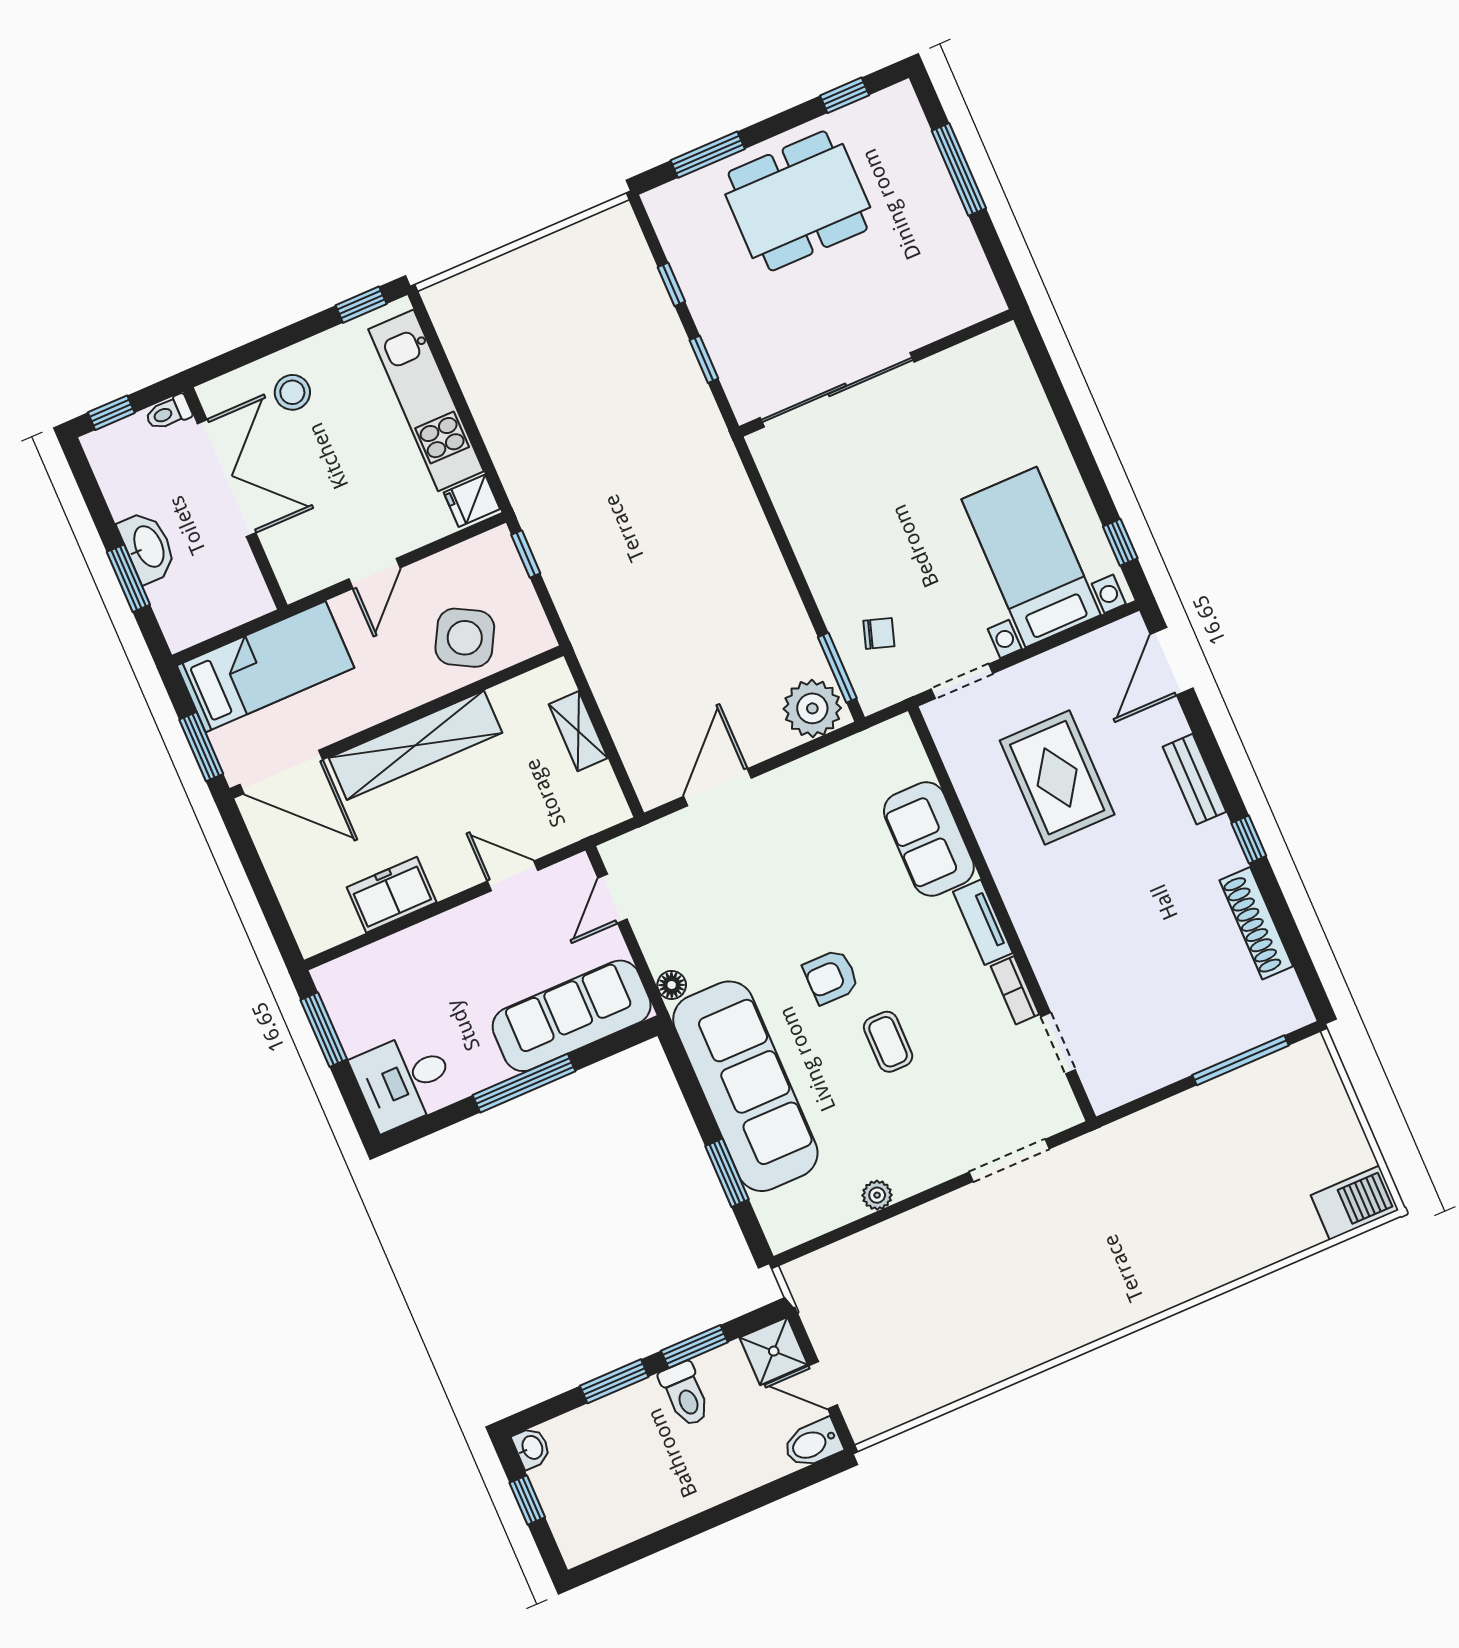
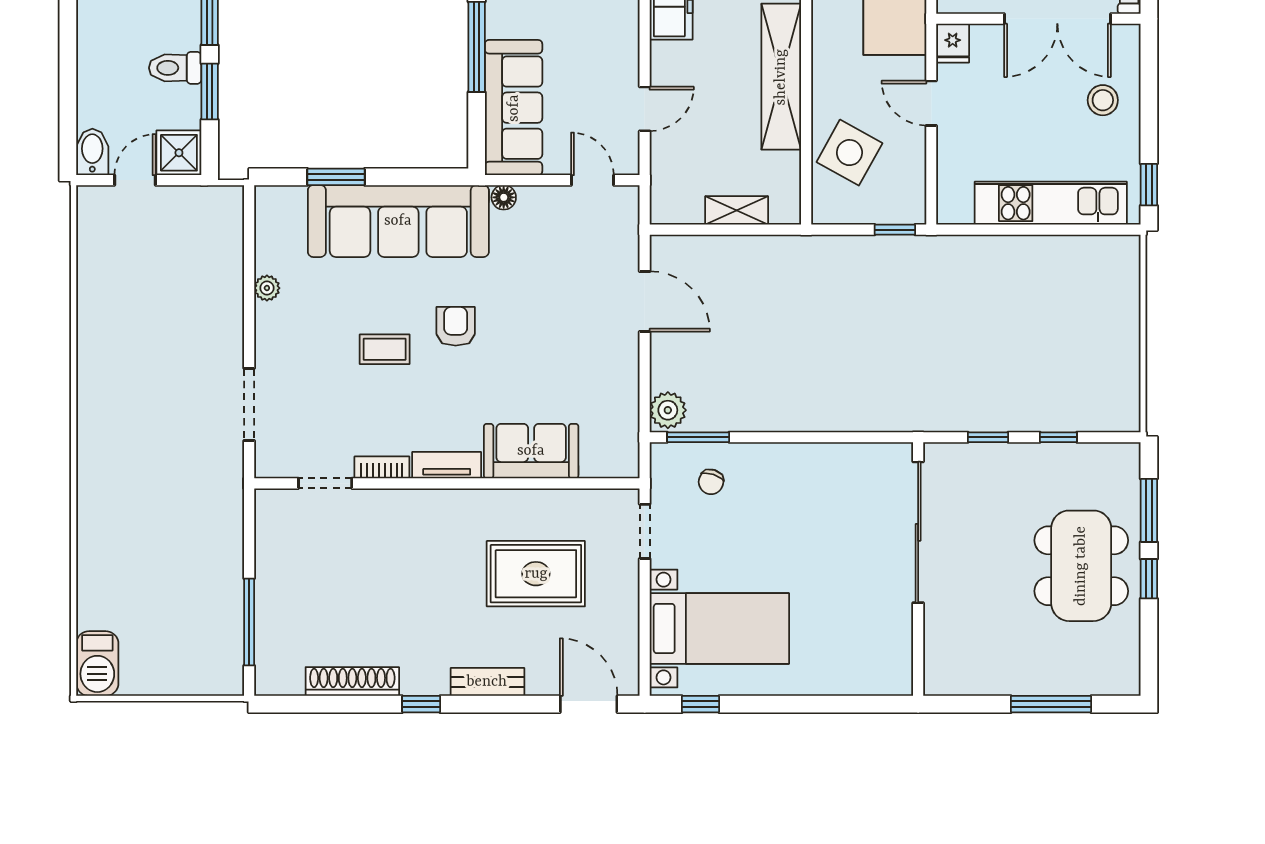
window: (845, 95) -> (1149, 579), moved
fridge: (472, 501) -> (953, 43), moved, turned 180
plant: (812, 708) -> (668, 410), width x0.73, depth x0.73

